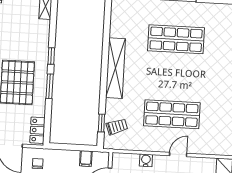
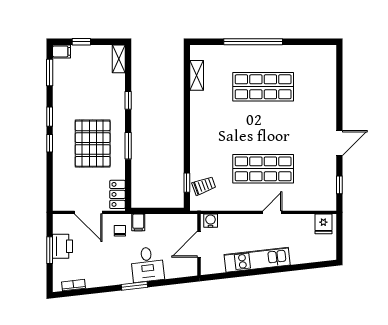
window: (51, 56) -> (128, 100), moved
shelving: (116, 68) -> (197, 75), moved, width x0.45, depth x0.75
filing cabinet: (86, 159) -> (138, 222), moved
water cooler: (146, 160) -> (211, 221), moved

